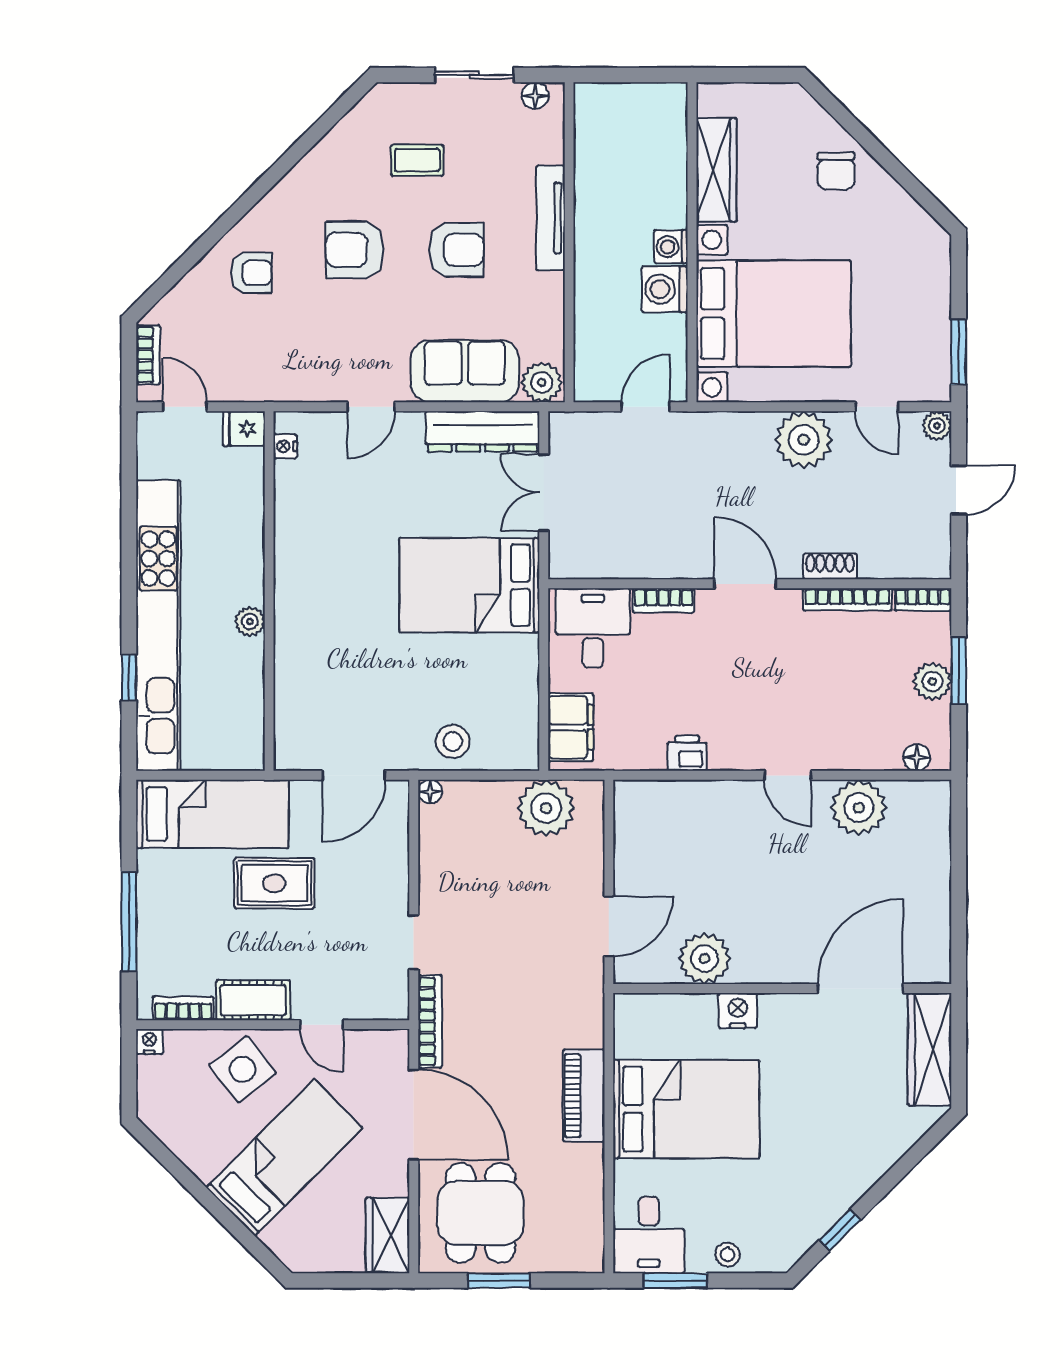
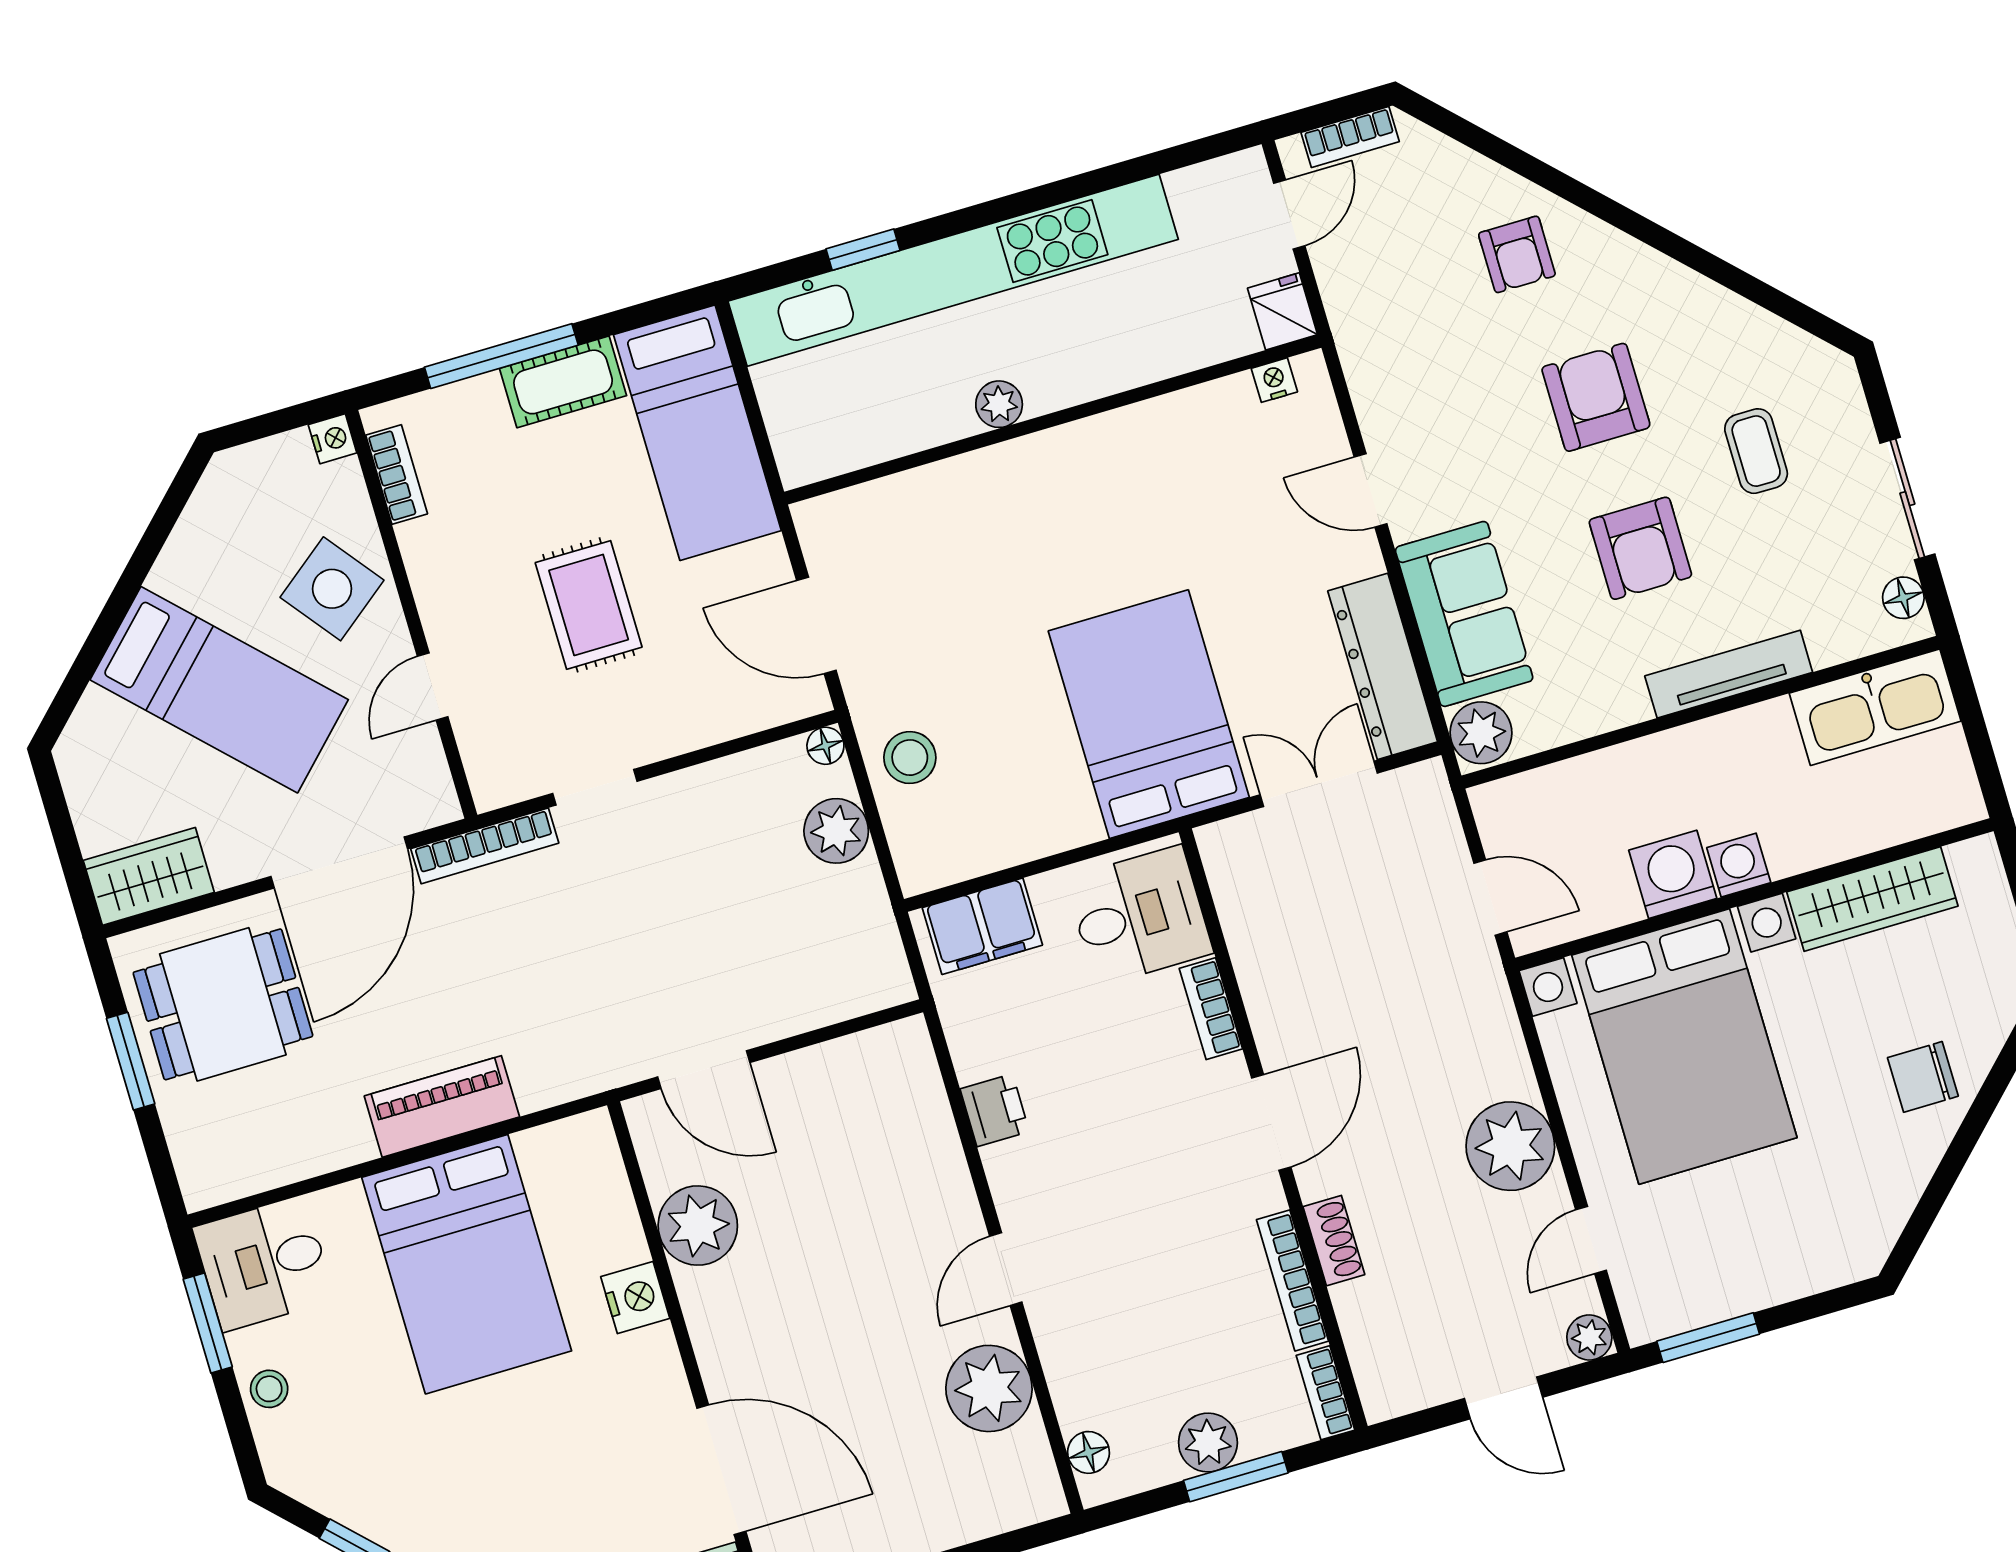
kitchen sink: (598, 133) -> (1875, 707), added
plant: (546, 808) -> (836, 831), moved, width x0.73, depth x0.73
rug: (274, 883) -> (589, 605), moved
cot: (253, 1000) -> (563, 382), moved, turned 90

